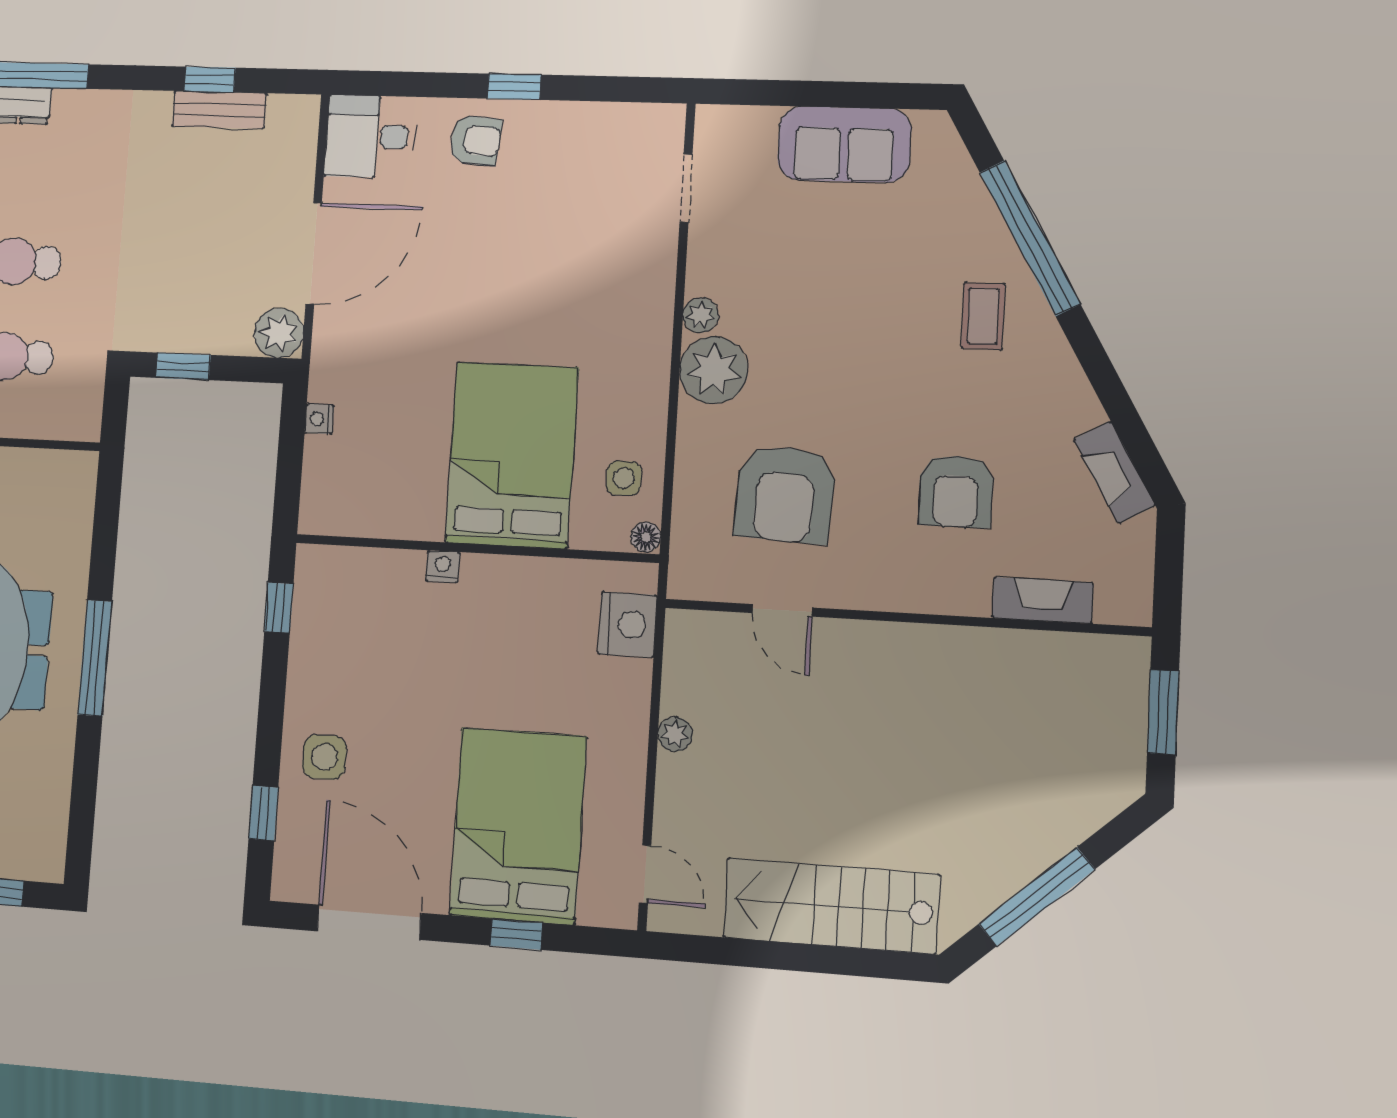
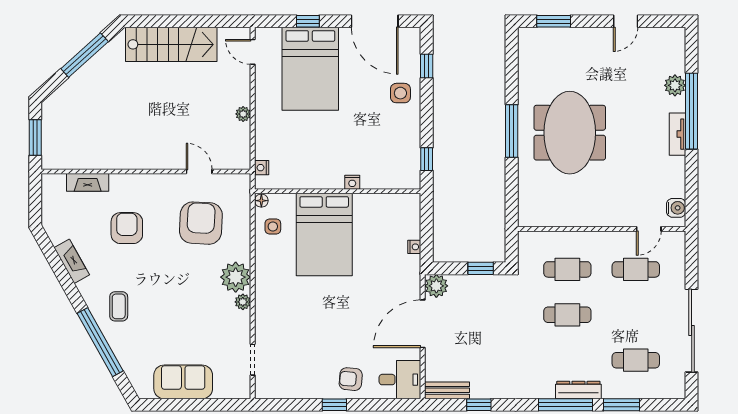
bench: (219, 110) -> (447, 390), moved
fireplace: (1114, 472) -> (72, 261), moved
nightstand: (628, 625) -> (262, 168), width x0.53, depth x0.56

